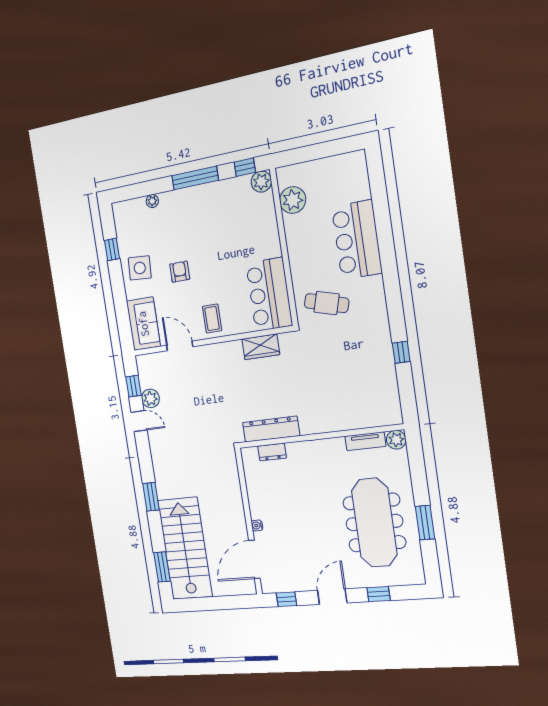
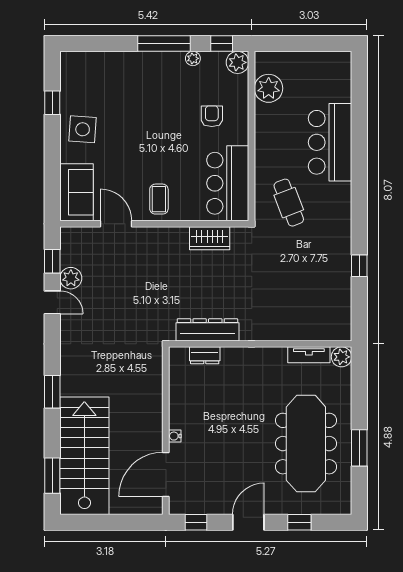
plant: (152, 201) -> (193, 58), moved
armchair: (180, 272) -> (212, 116), moved
cafe table: (327, 303) -> (289, 203), turned 53

